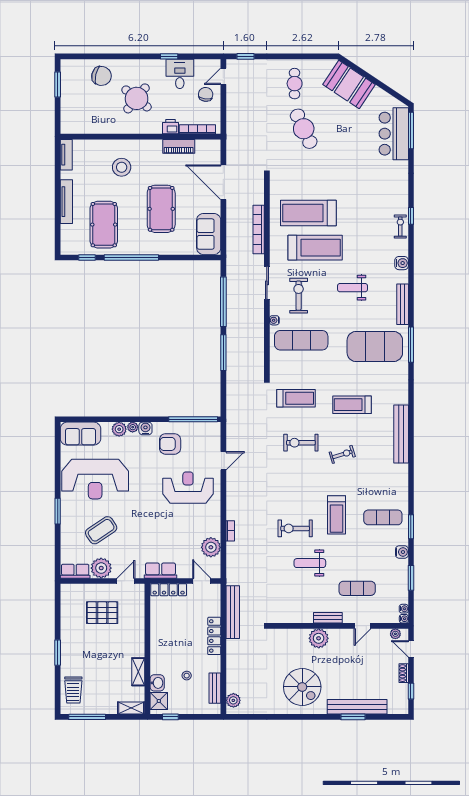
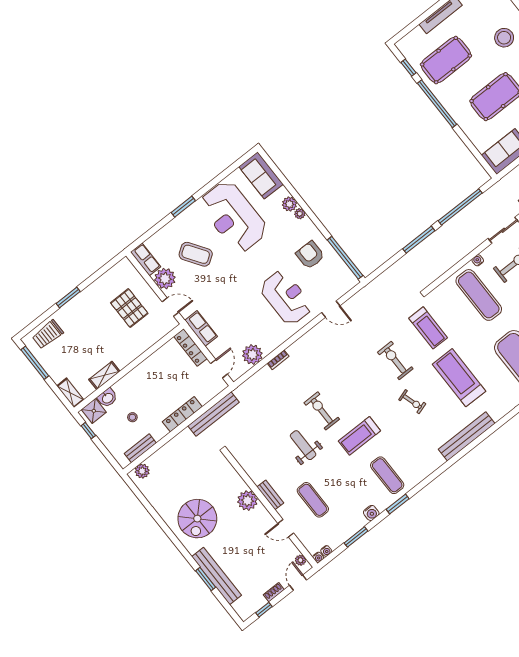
treadmill: (352, 405) -> (459, 378), width x1.37, depth x1.38
water cooler: (145, 428) -> (307, 225), removed

